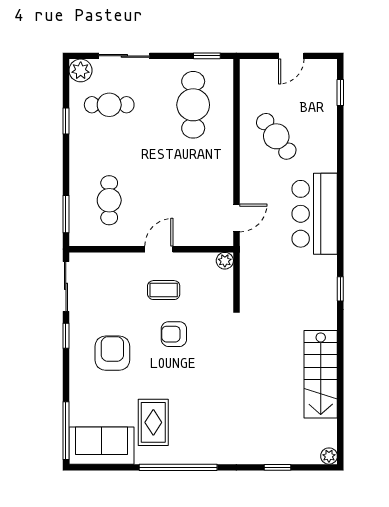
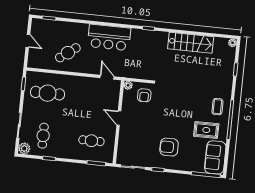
coffee table: (164, 290) -> (217, 107), moved
armchair: (174, 334) -> (144, 95), moved

